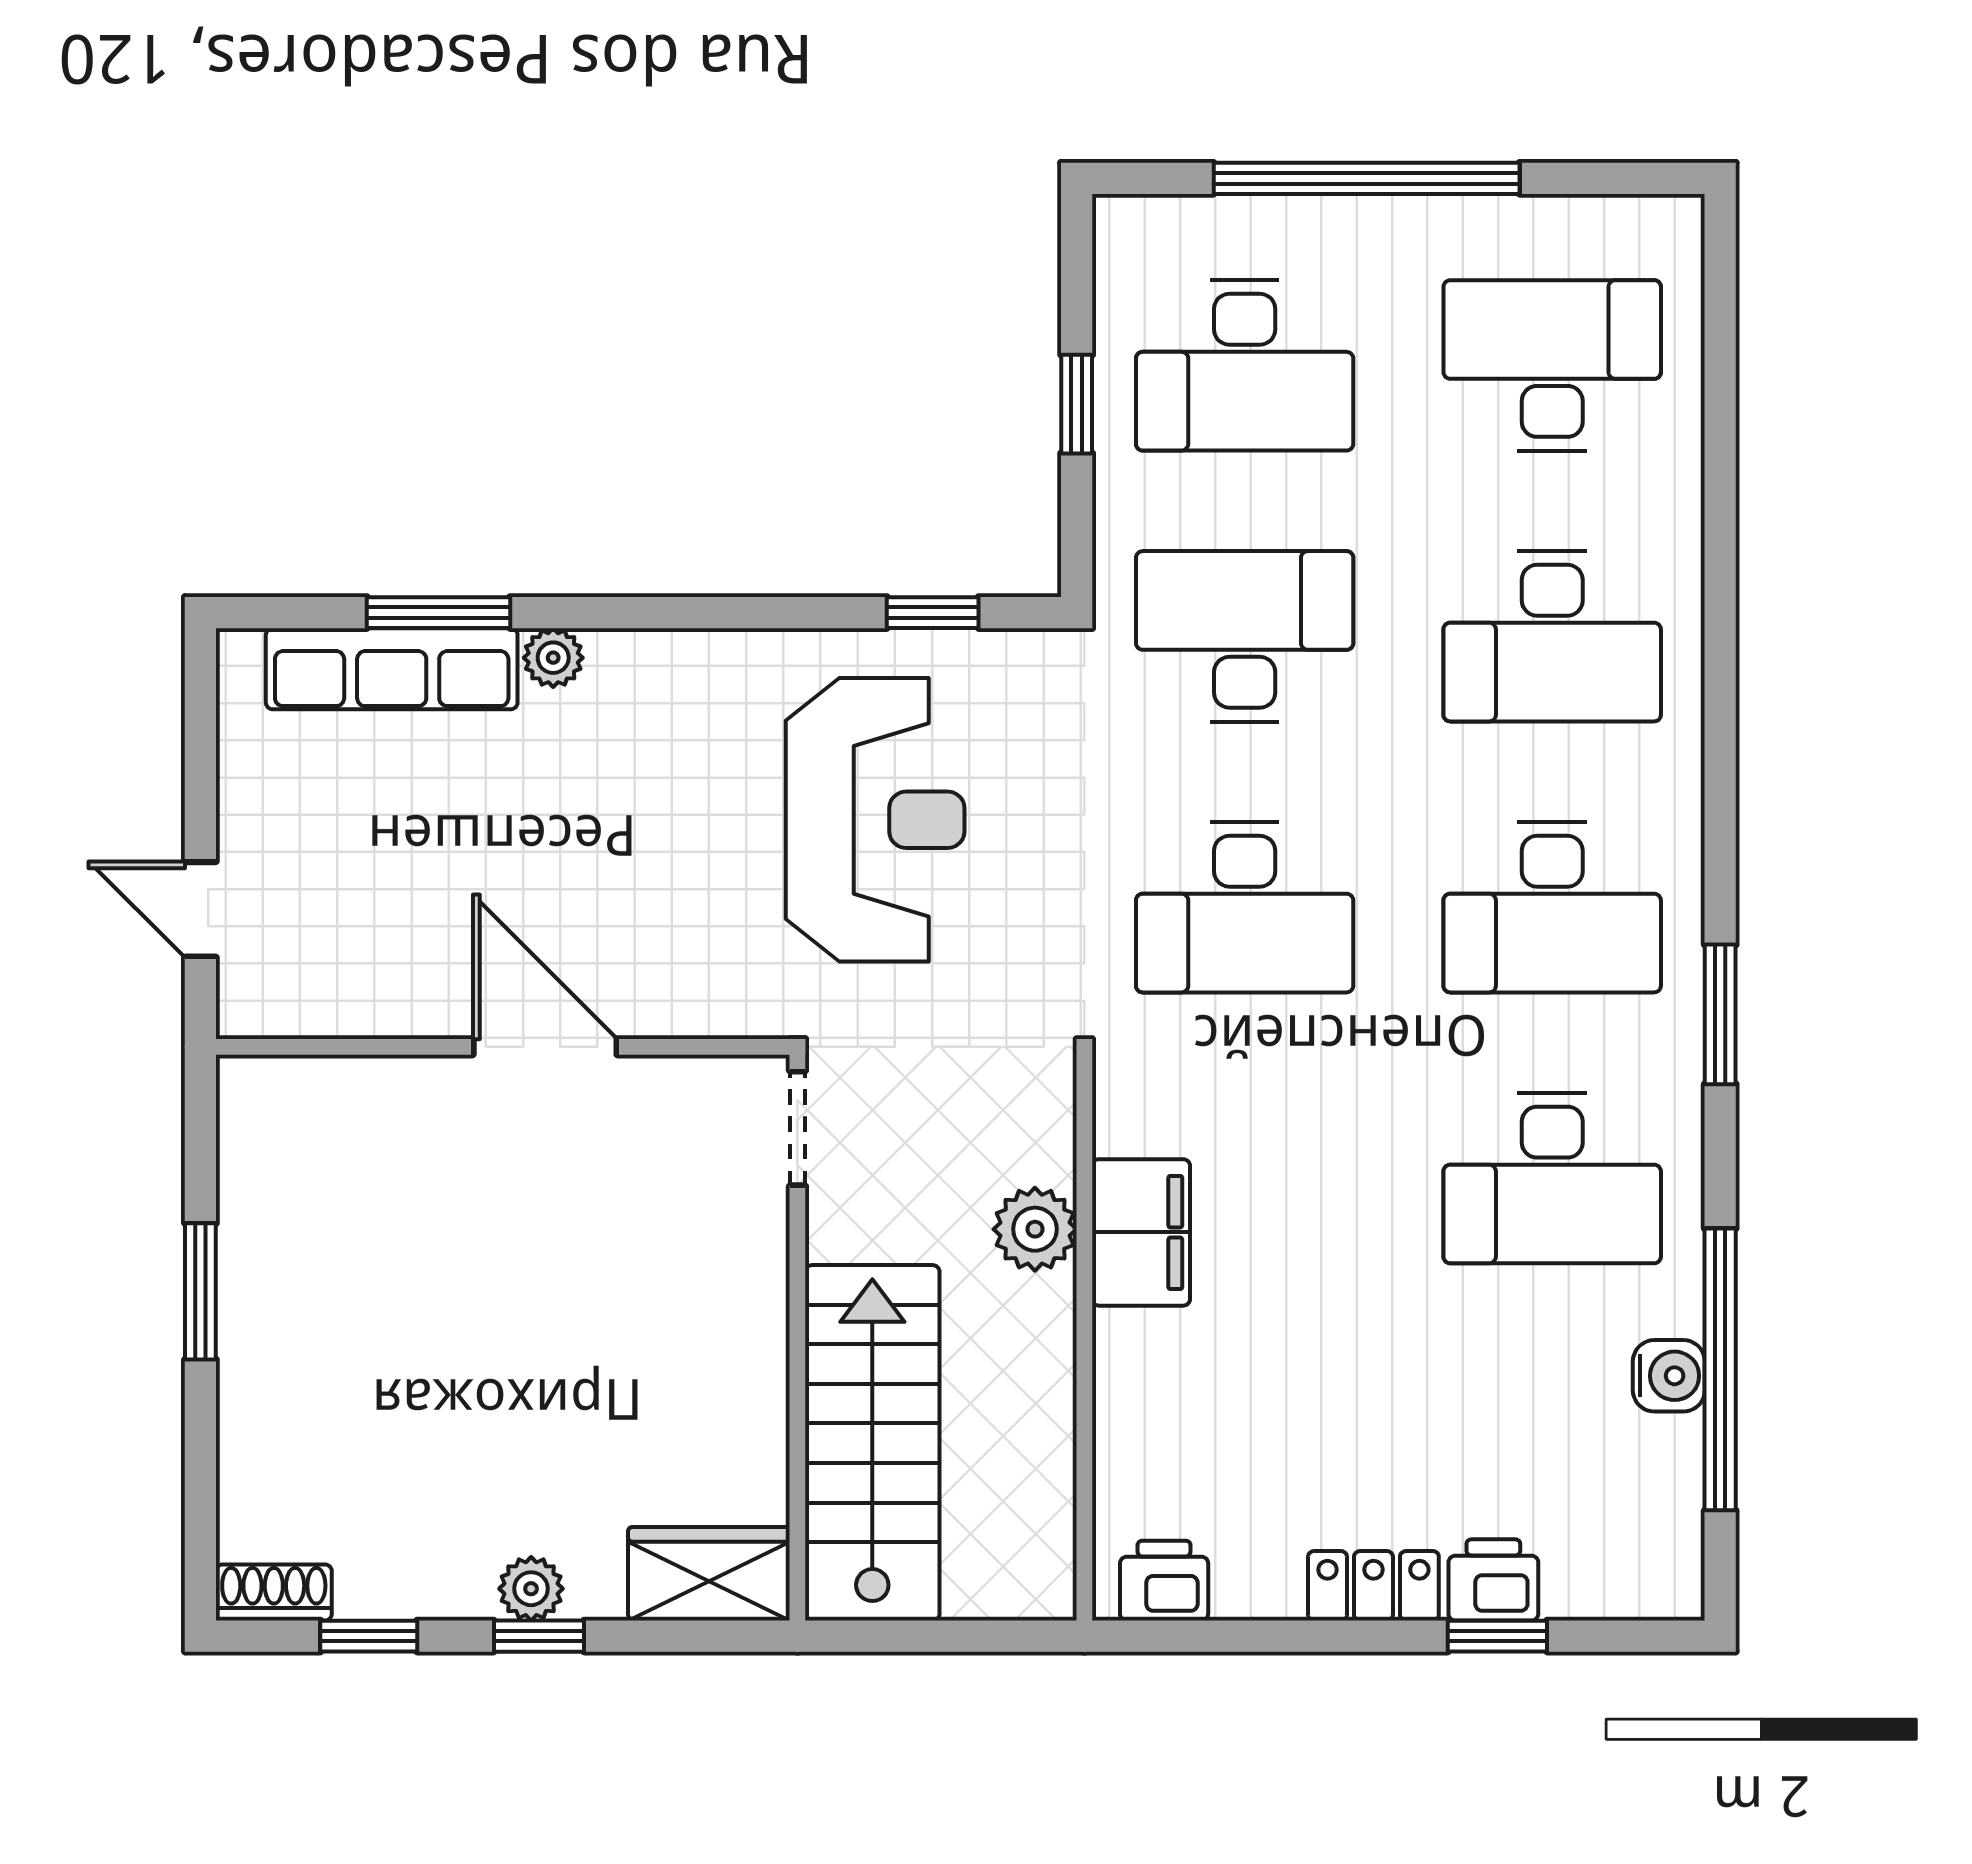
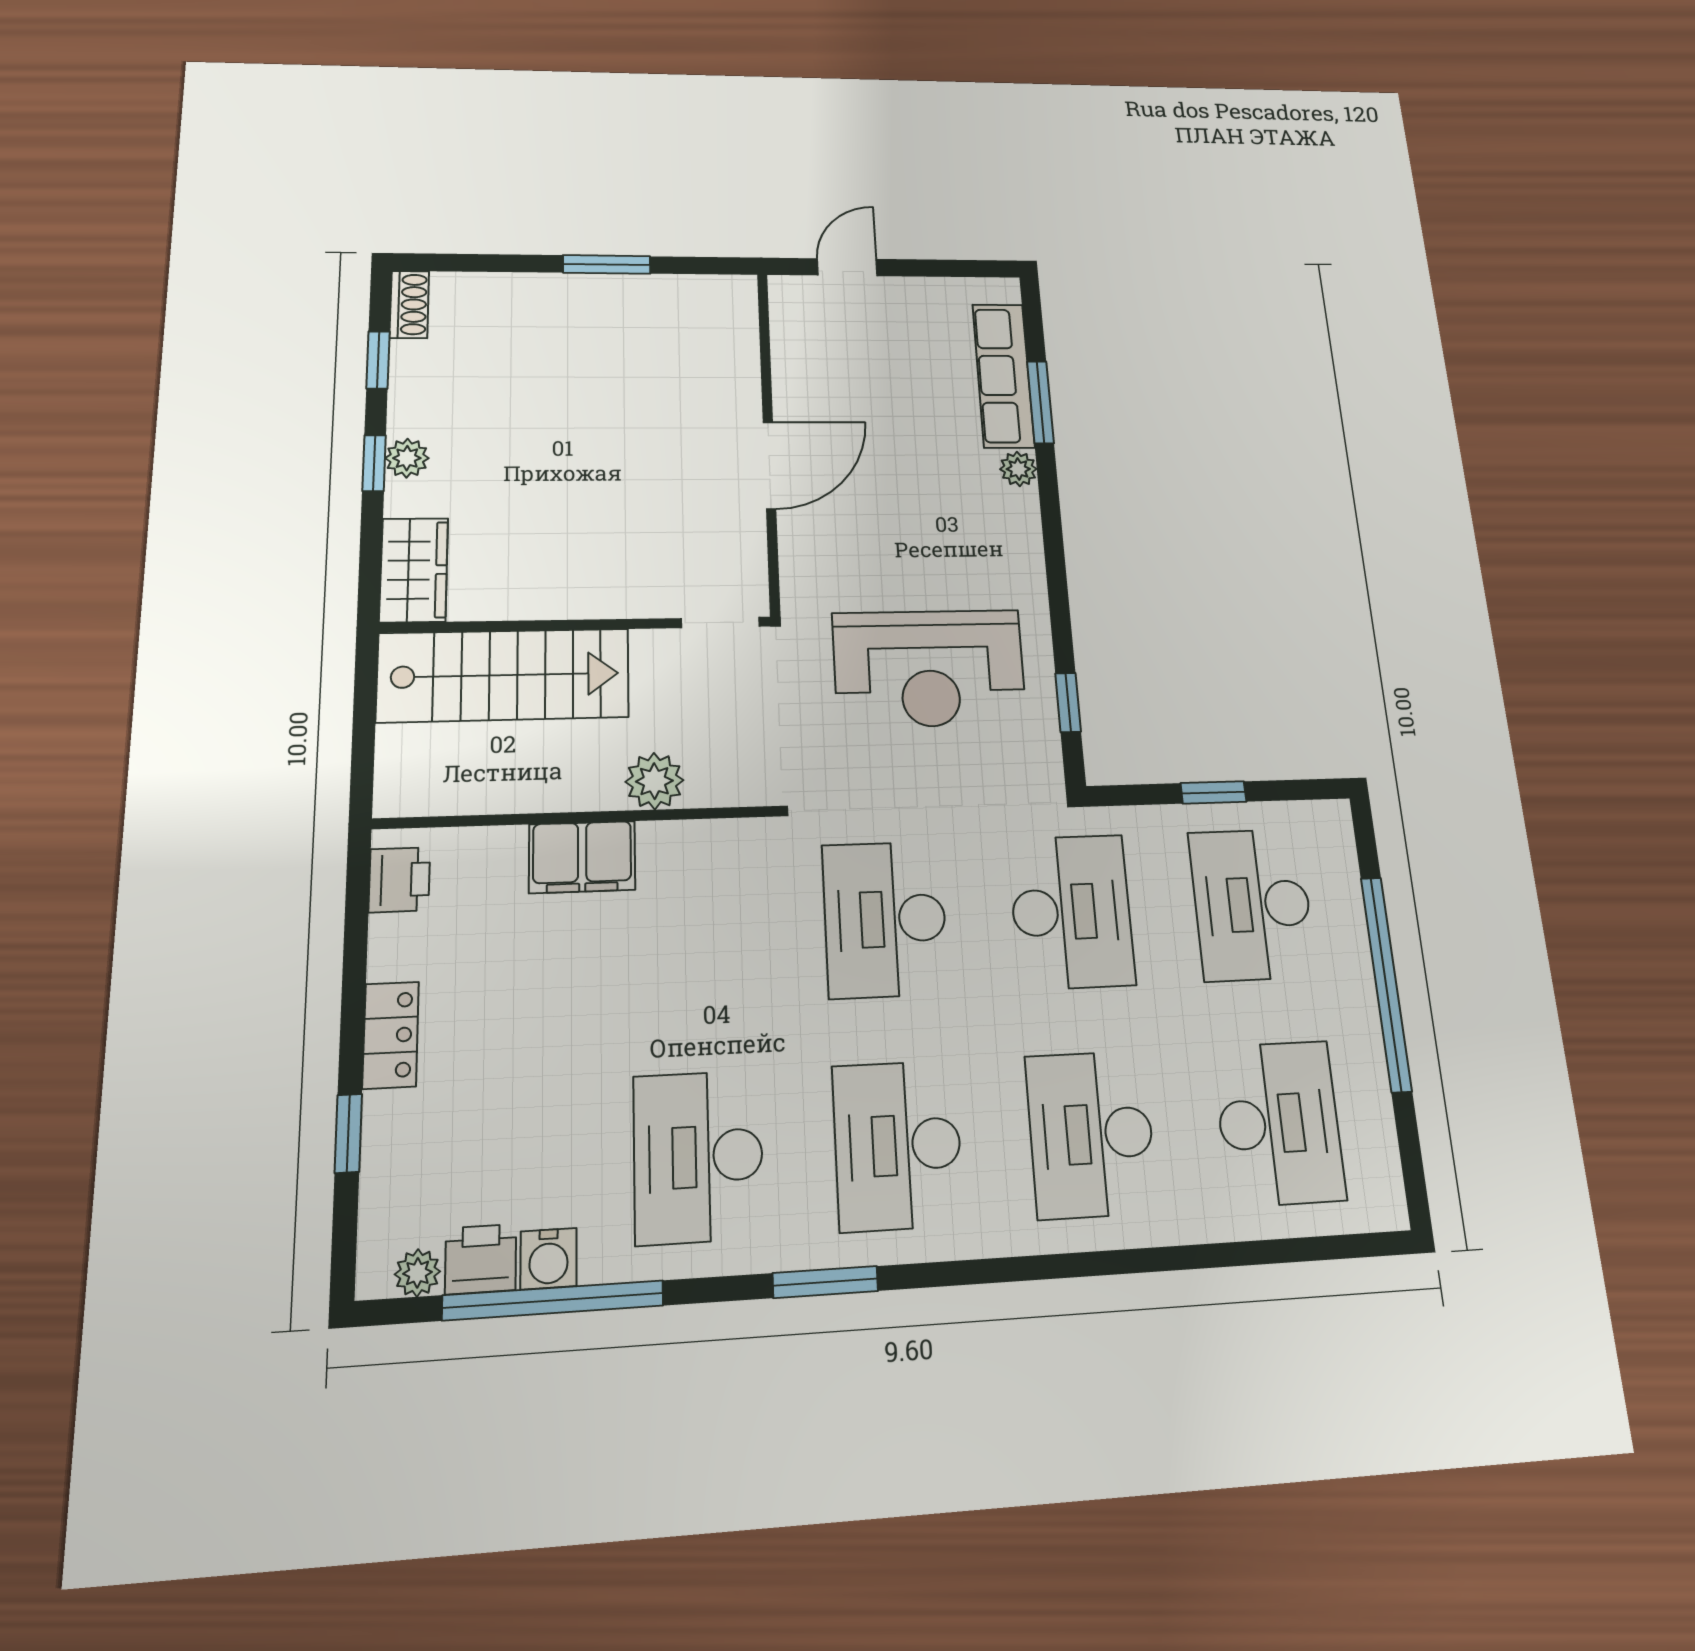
filing cabinet: (1141, 1232) -> (582, 857), moved
plant: (1676, 1542) -> (417, 1273), added
printer: (1493, 1580) -> (481, 1259), moved, turned -90

